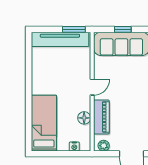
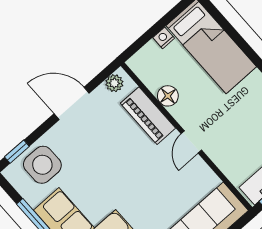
nightstand: (74, 146) -> (164, 38), moved

